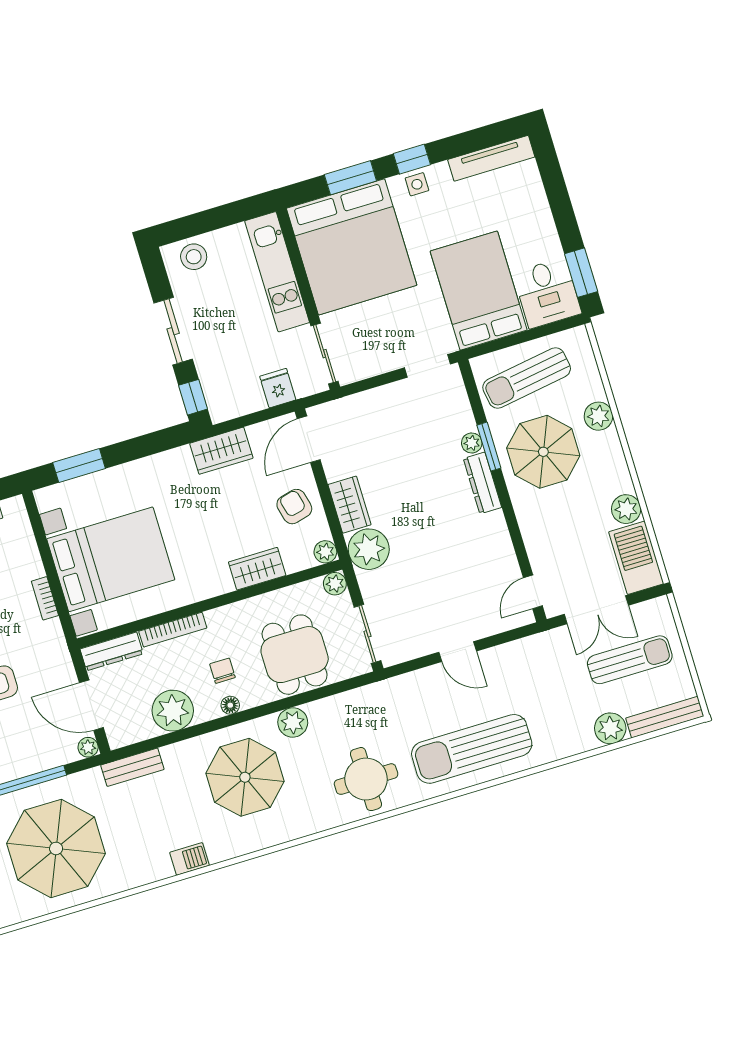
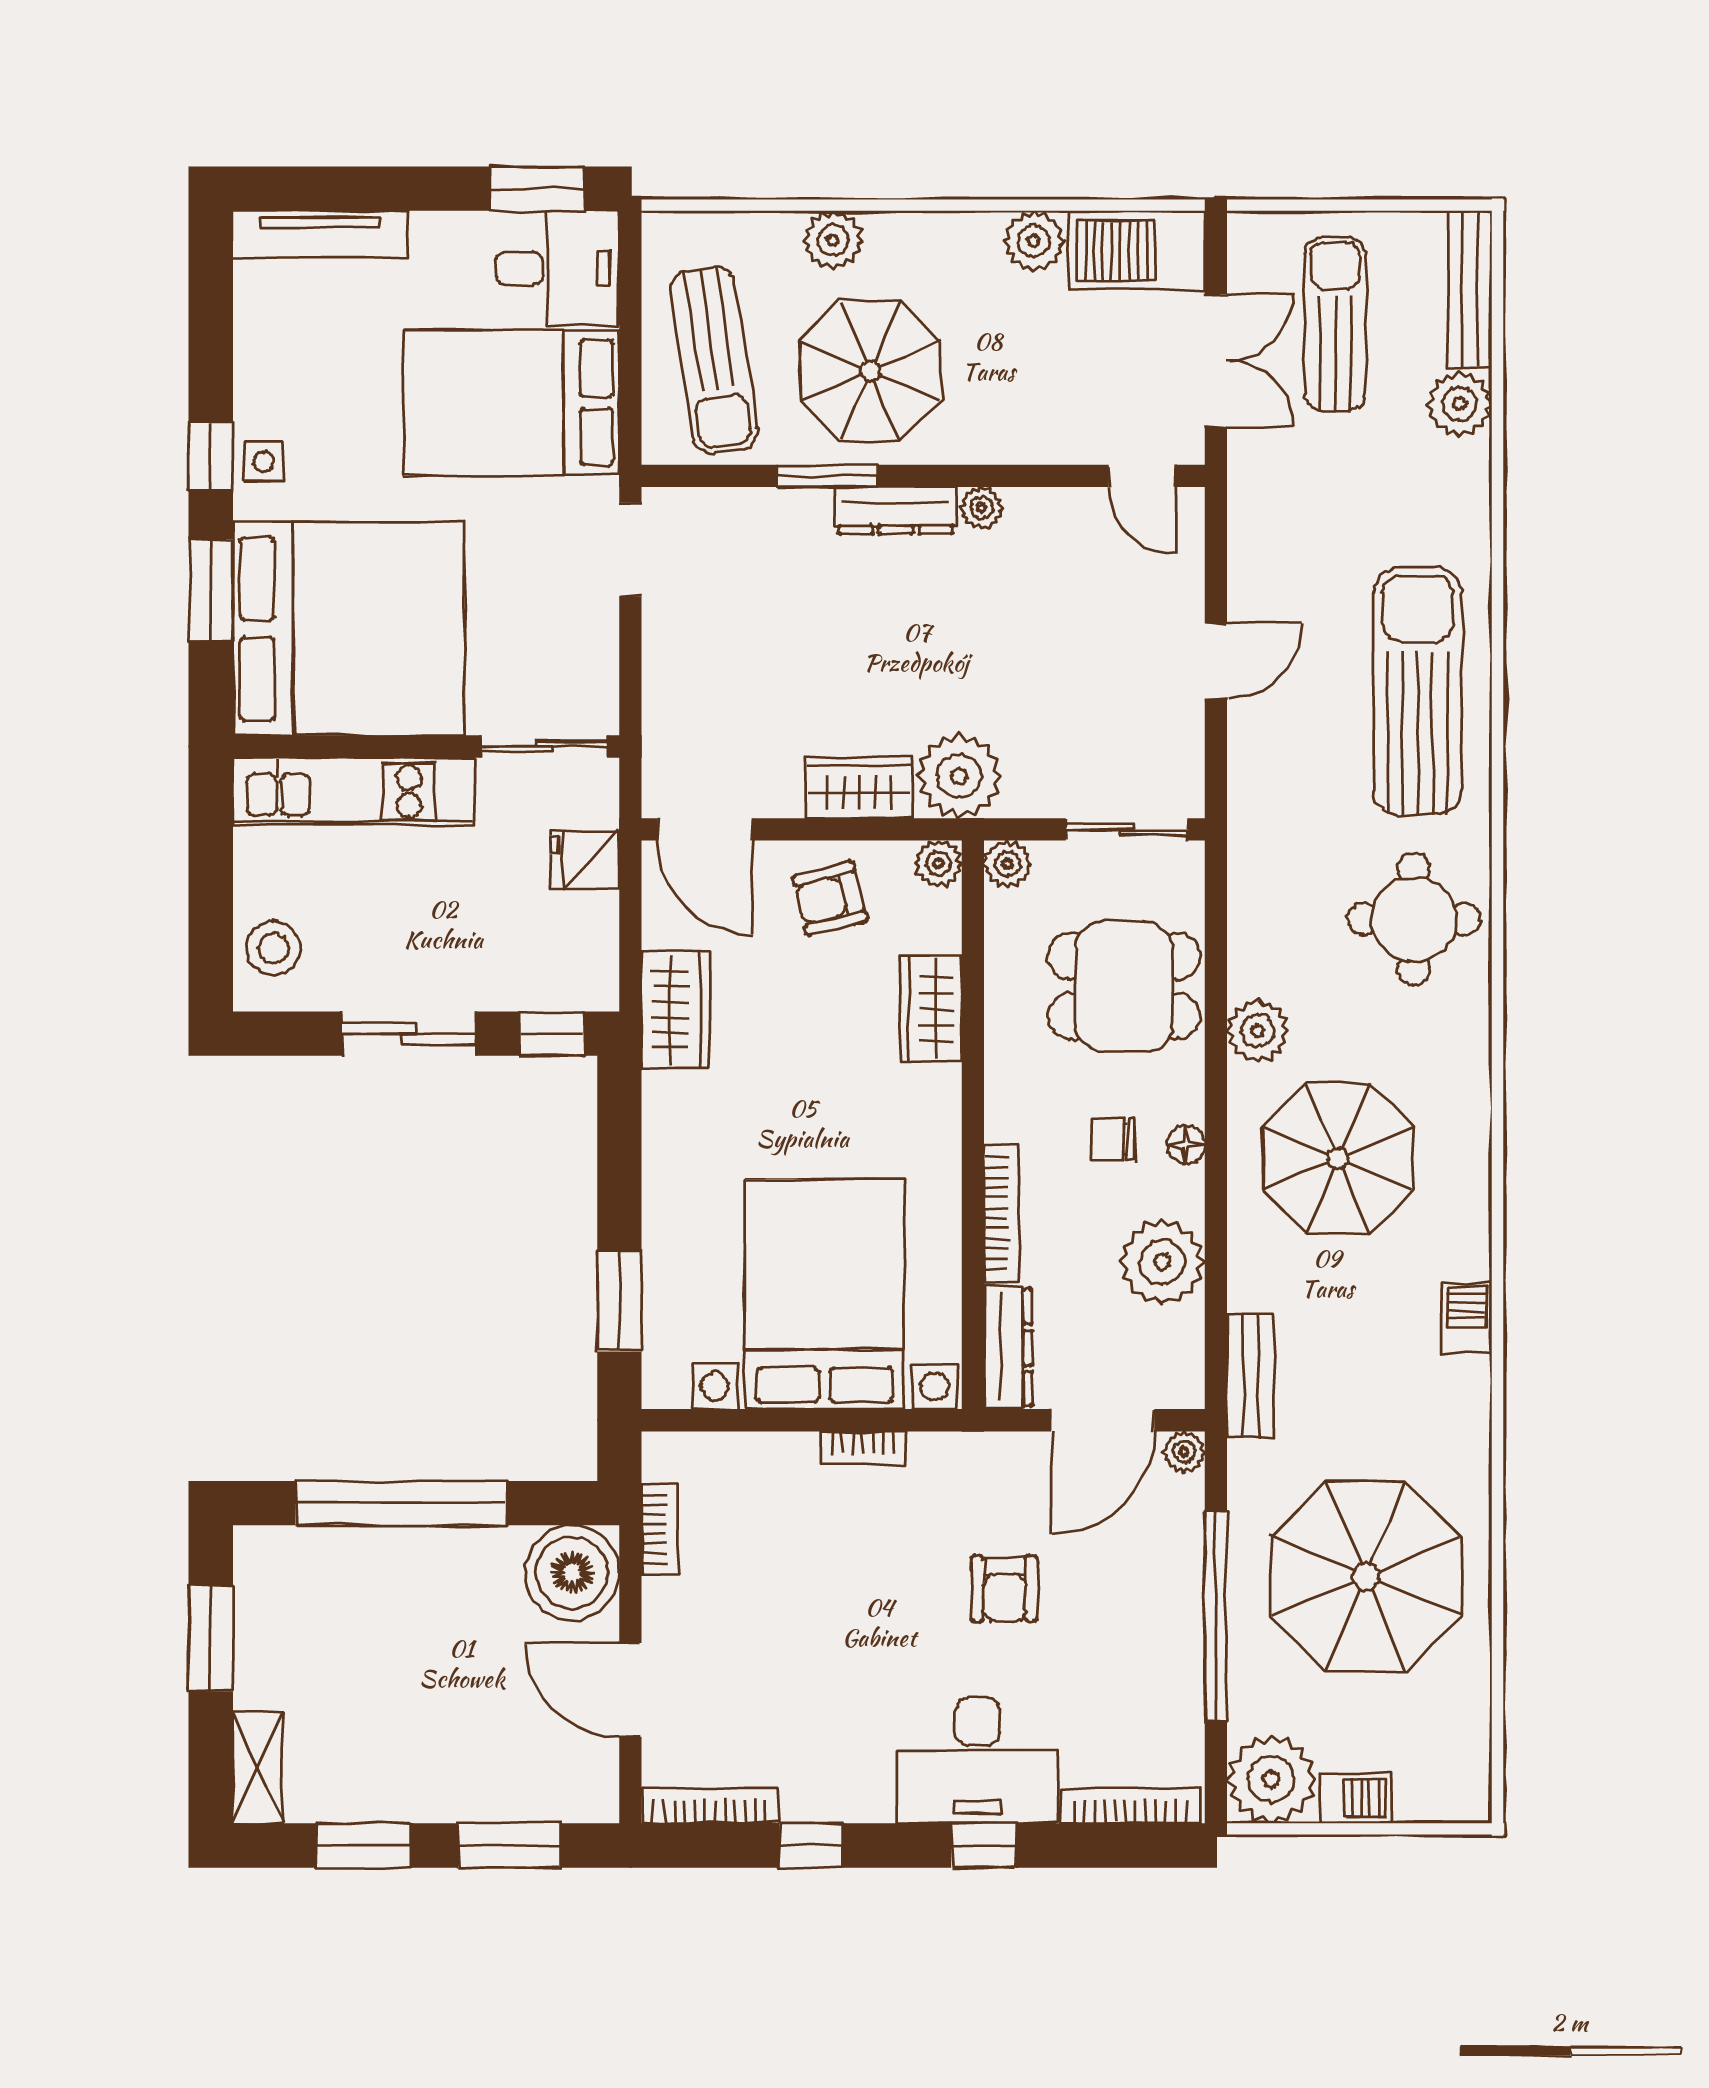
tv unit: (491, 158) -> (320, 235), moved, turned 90
plant: (472, 443) -> (982, 508), moved
sun lounger: (472, 749) -> (1417, 691), turned 180

